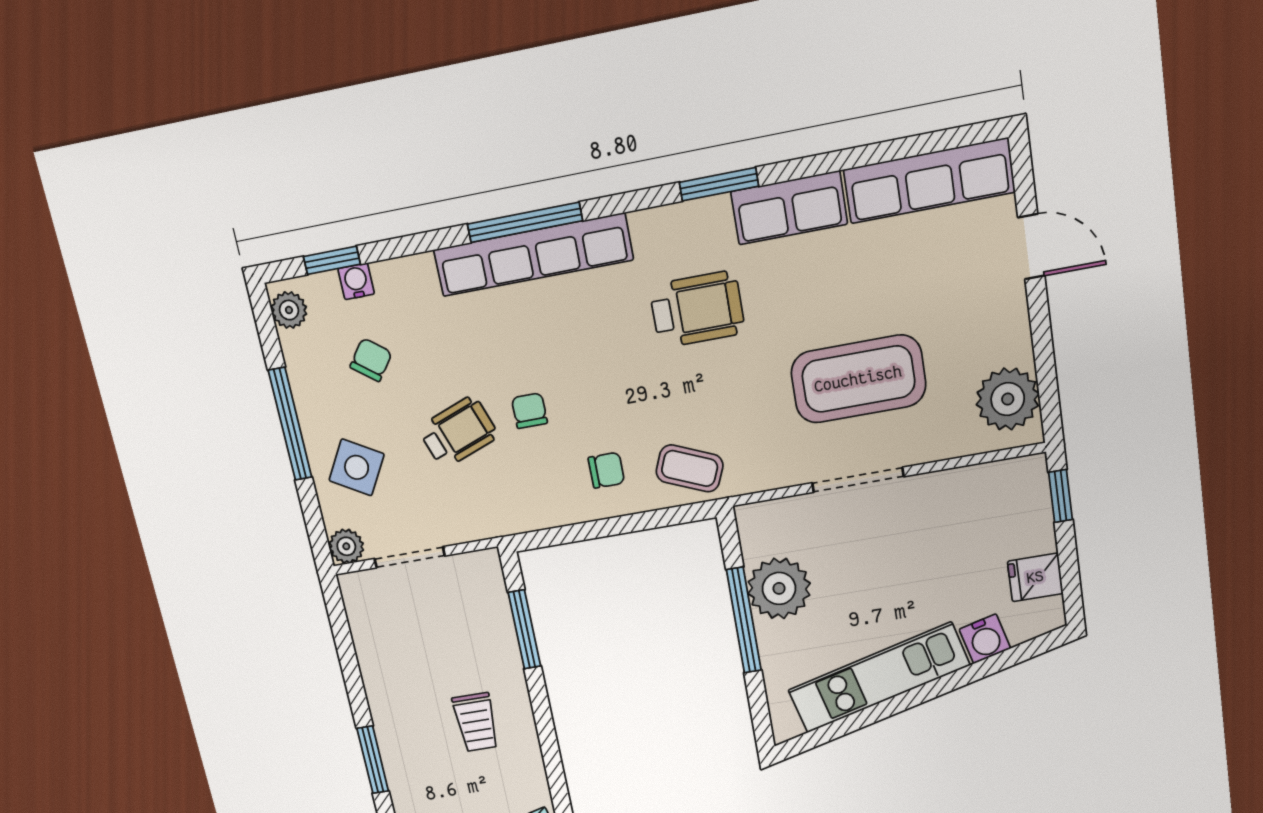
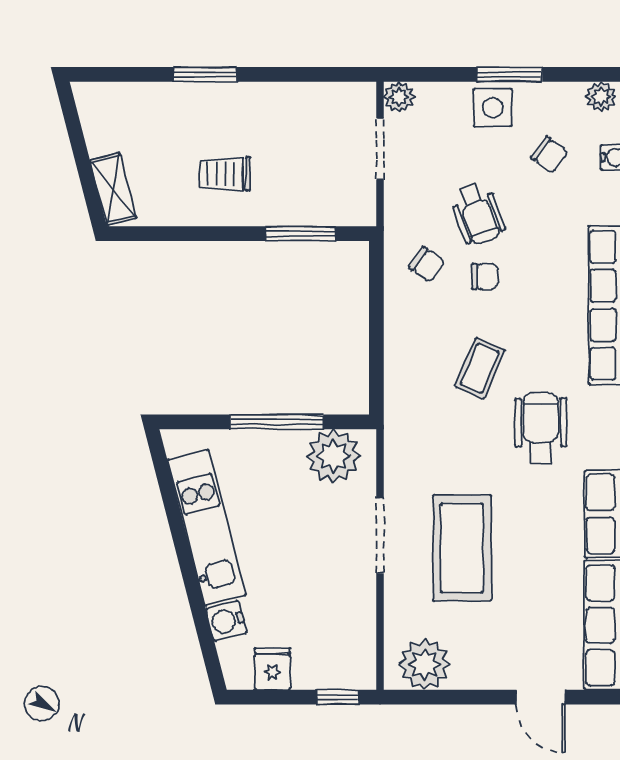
door: (1031, 247) -> (541, 697), hinge flipped
wheelchair: (697, 309) -> (541, 428), turned 180
window: (290, 424) -> (510, 74), width x0.69
side table: (357, 467) -> (493, 108), moved, turned -30
coffee table: (690, 468) -> (480, 368), moved
chair: (606, 470) -> (427, 264), moved, turned -55
plant: (779, 588) -> (333, 456), moved

